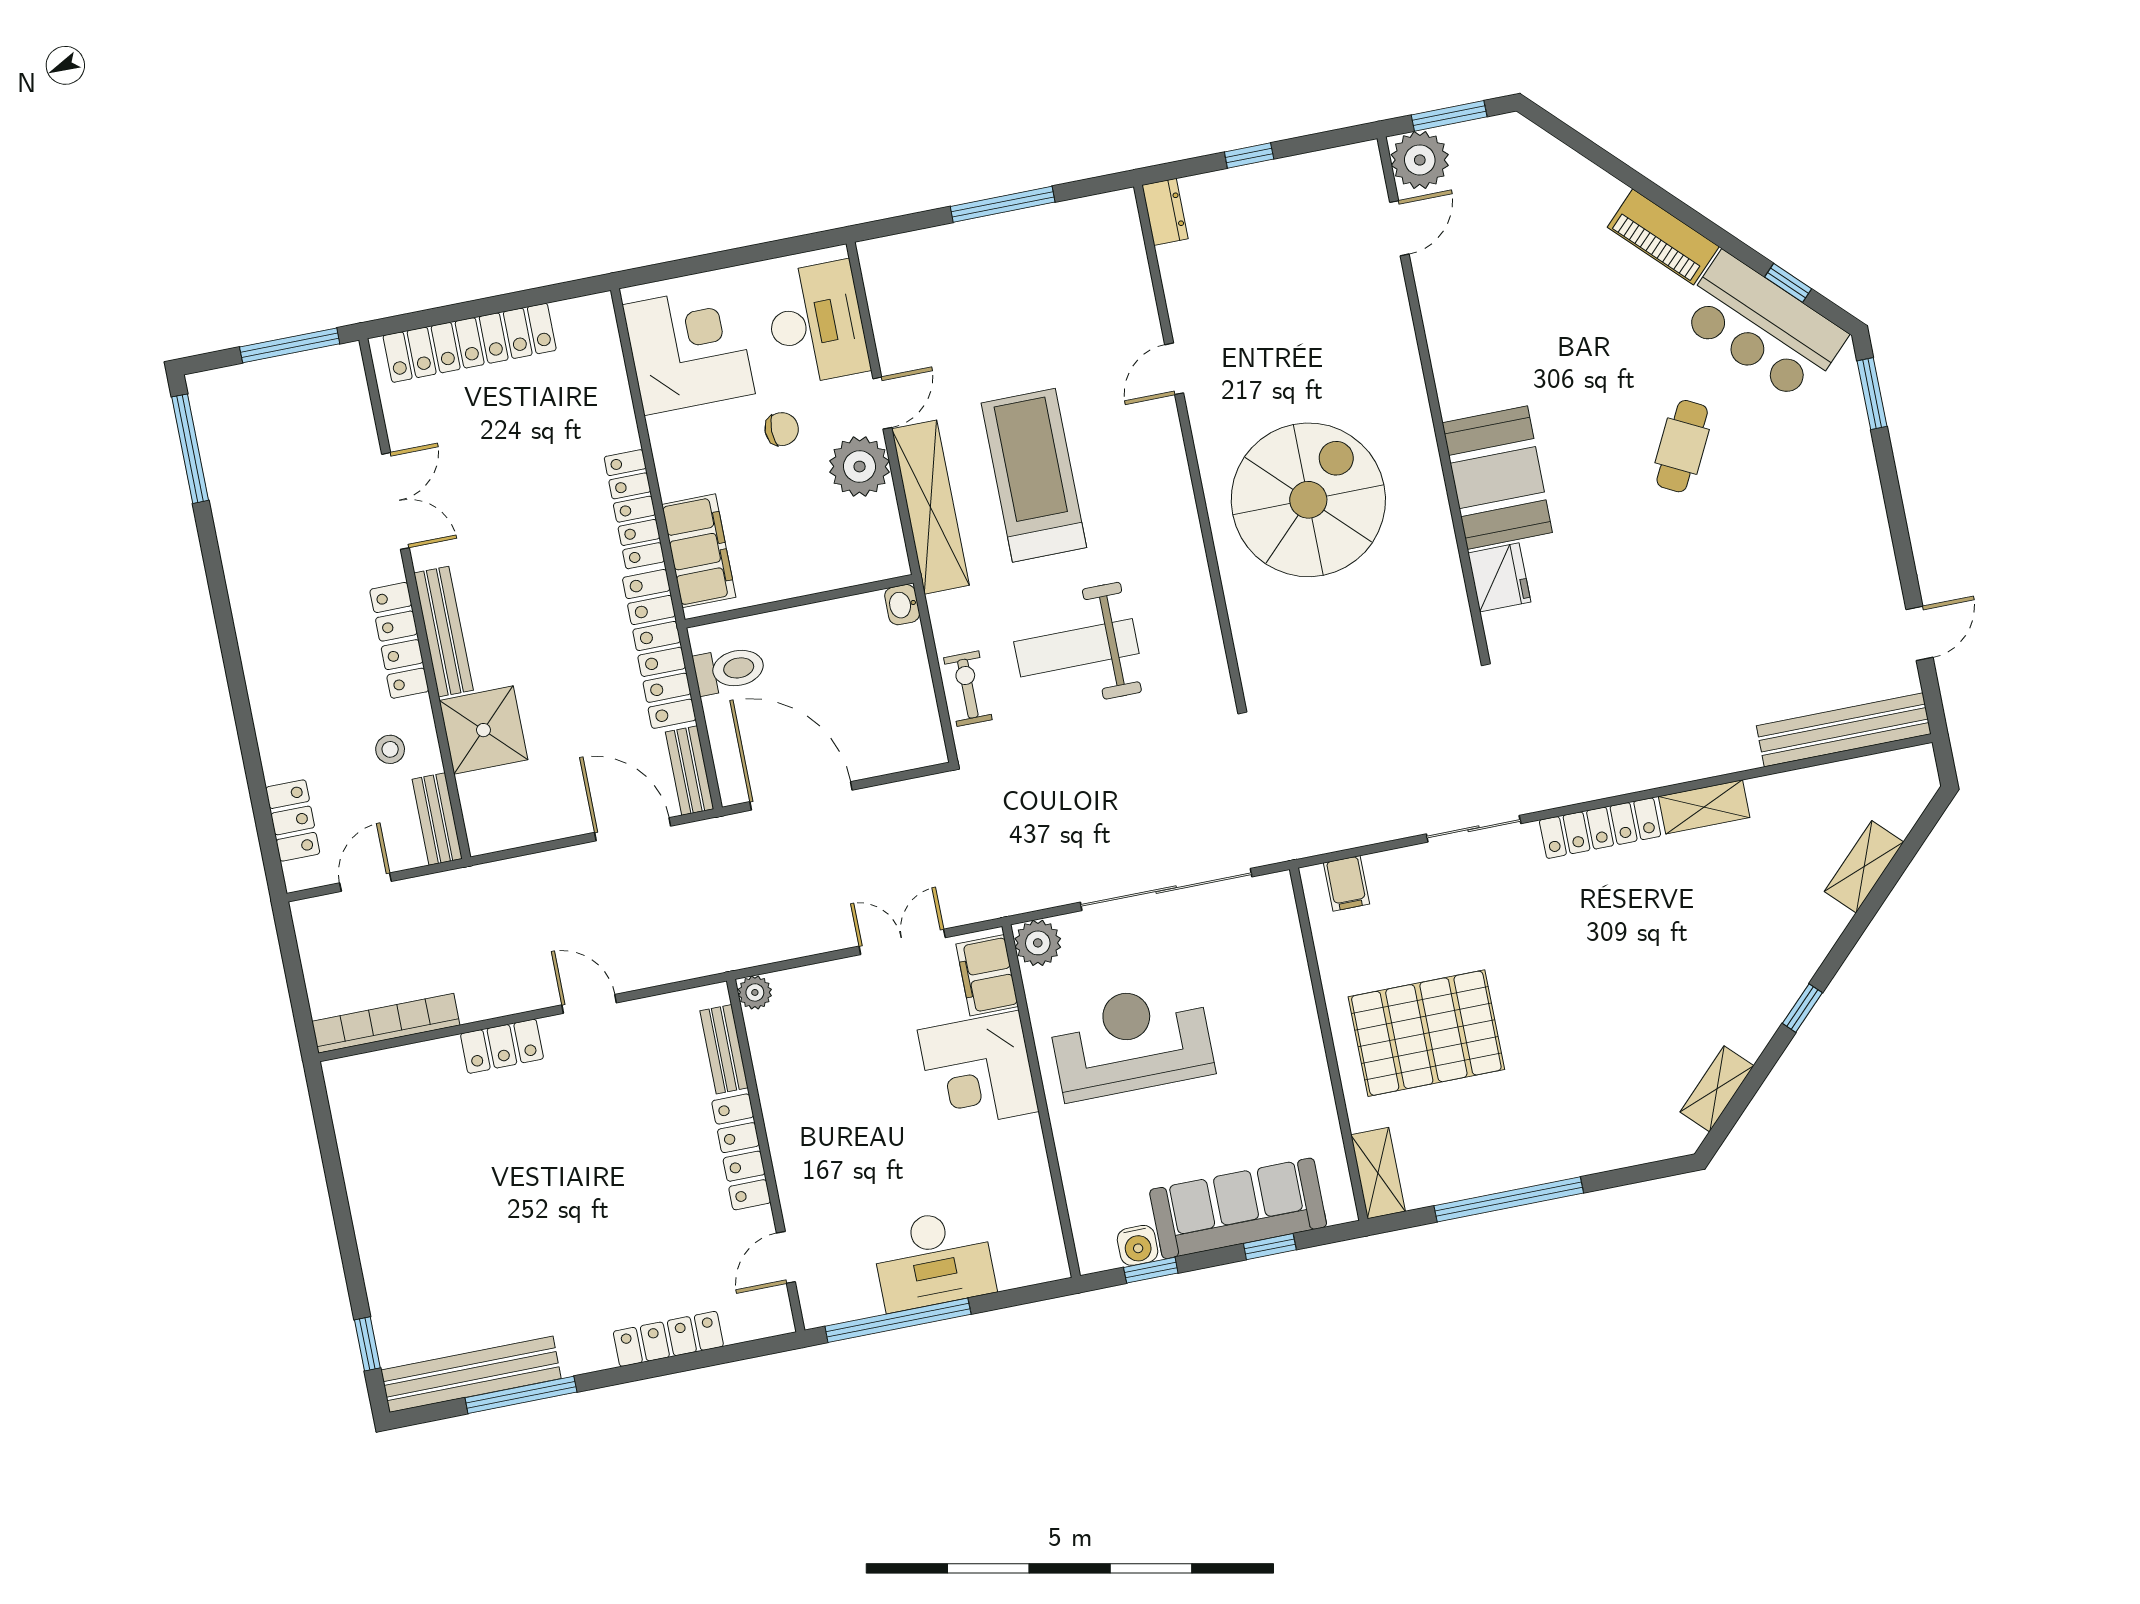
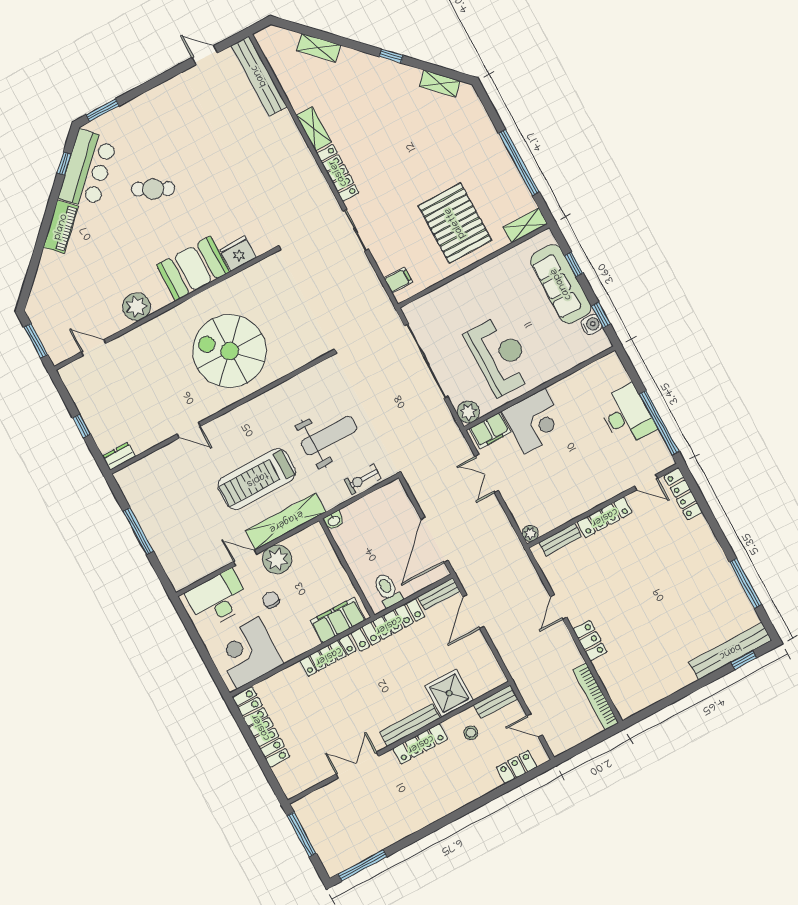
plant: (1420, 160) -> (137, 307), moved
locker: (470, 343) -> (261, 727), moved
weight bench: (1076, 648) -> (329, 436), turned -90
reception desk: (1131, 1041) -> (500, 356), turned 180
locker: (668, 1339) -> (683, 494), moved
bench: (471, 1374) -> (730, 651), moved, turned 90

